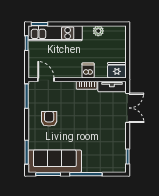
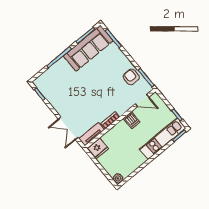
plant: (98, 31) -> (118, 178), moved
dishwasher: (88, 70) -> (132, 120), moved
armchair: (49, 119) -> (131, 77), moved, turned 180

